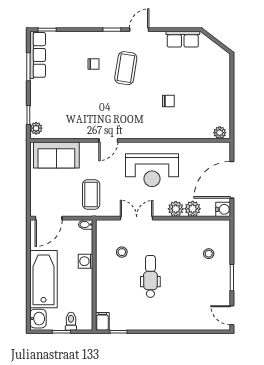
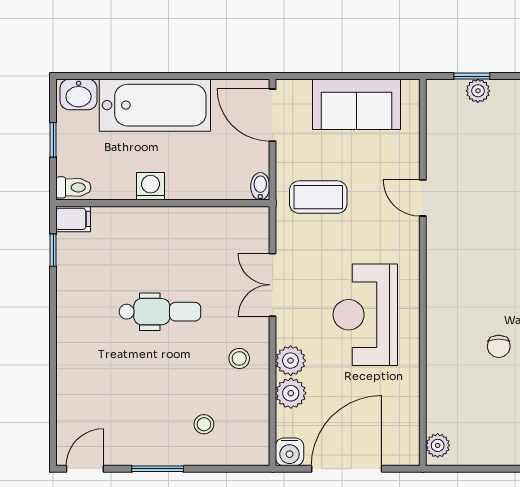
plant: (36, 128) -> (478, 91), moved
door: (108, 140) -> (423, 198), moved
sofa: (56, 155) -> (356, 104), moved, turned -90
door: (232, 180) -> (347, 469), hinge flipped
double door: (137, 218) -> (273, 285), swing flipped
stool: (122, 252) -> (239, 358), moved
washing machine: (86, 261) -> (151, 186), moved
toilet: (71, 321) -> (73, 187), moved

